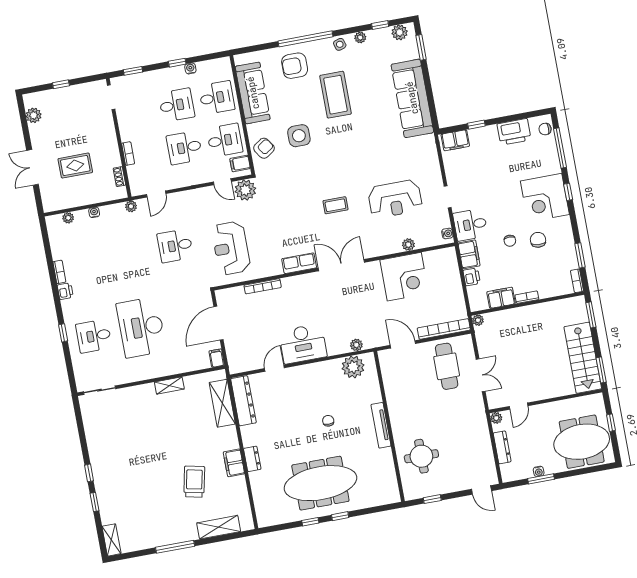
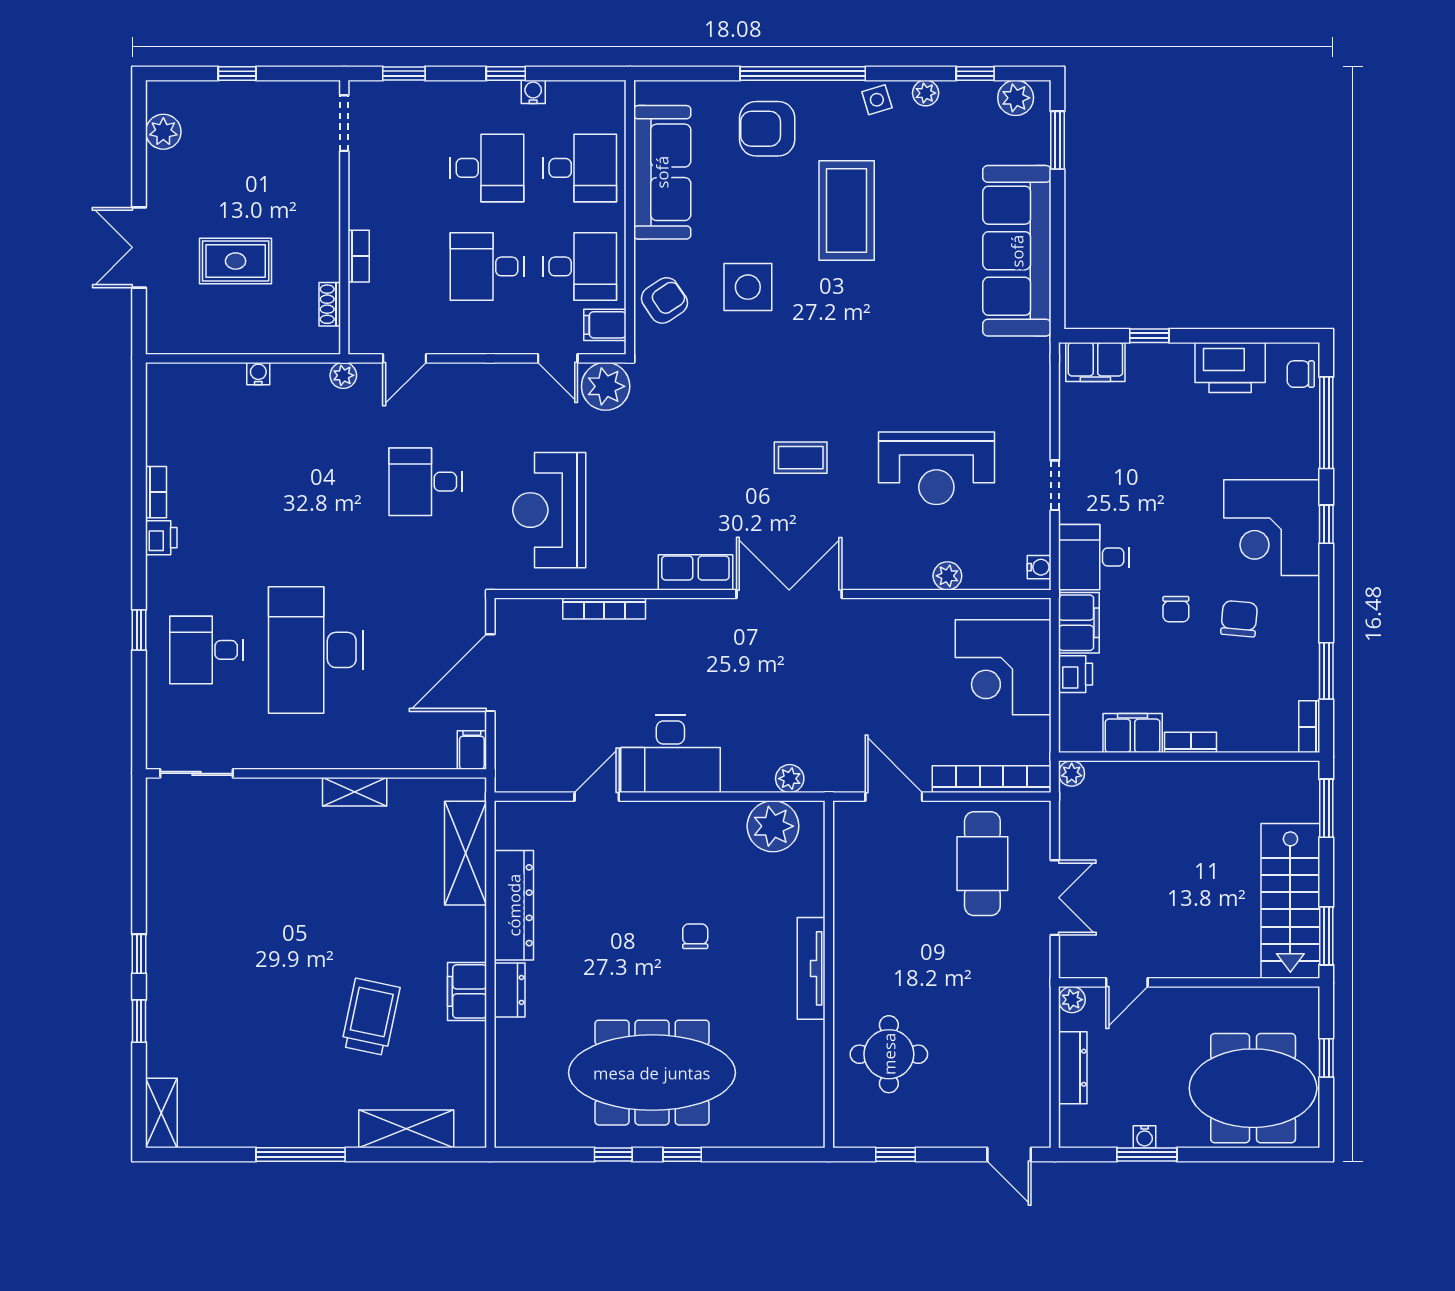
plant: (68, 218) -> (198, 375), removed
corner desk: (404, 277) -> (1003, 667), moved, turned 90
dresser: (243, 401) -> (514, 905), moved

